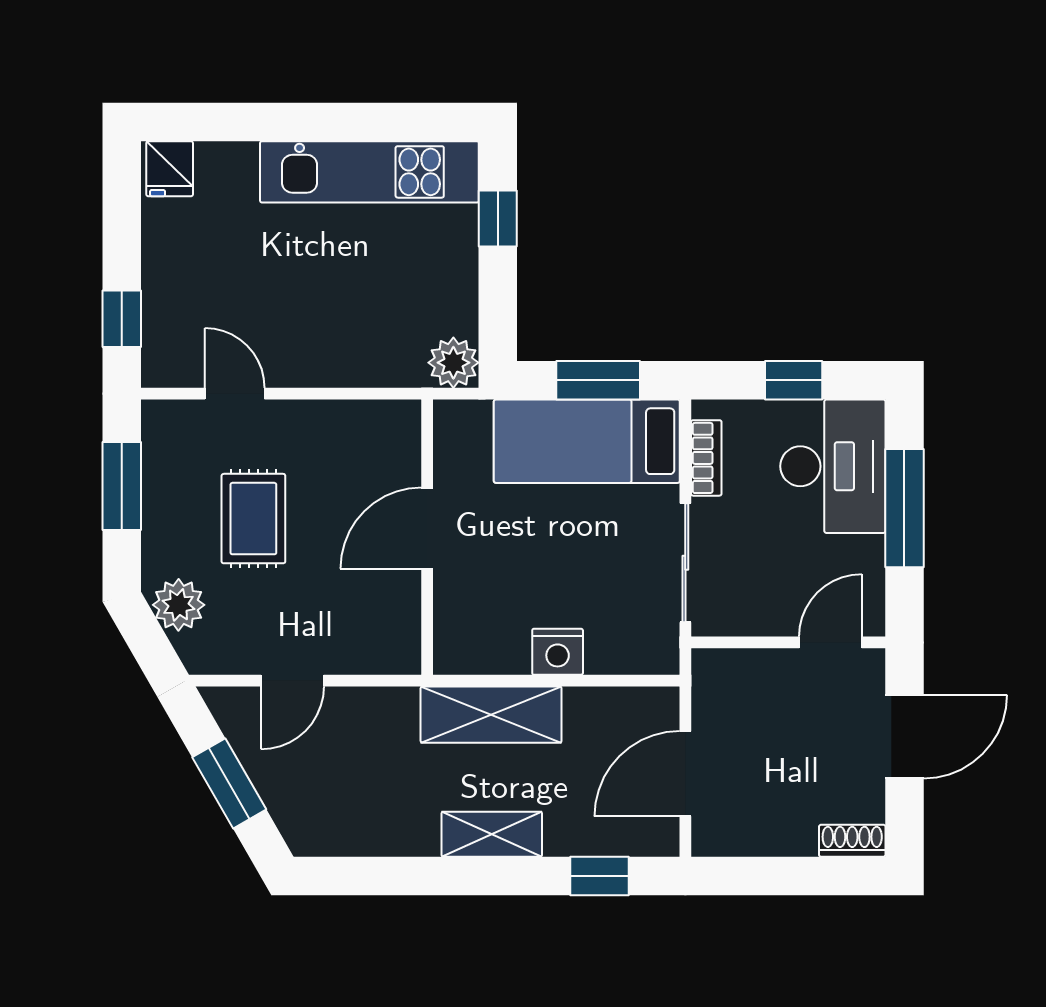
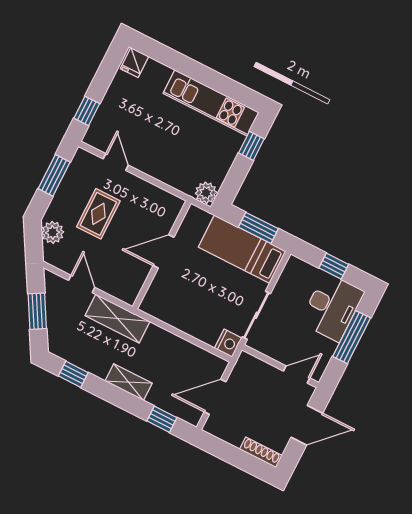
bookcase: (706, 458) -> (285, 279), removed
nightstand: (558, 652) -> (228, 343), moved, turned -90
door: (292, 681) -> (82, 284), swing flipped
shelving: (491, 715) -> (118, 319), moved
shoe rack: (852, 841) -> (261, 452), width x1.43
window: (369, 876) -> (73, 374), added

